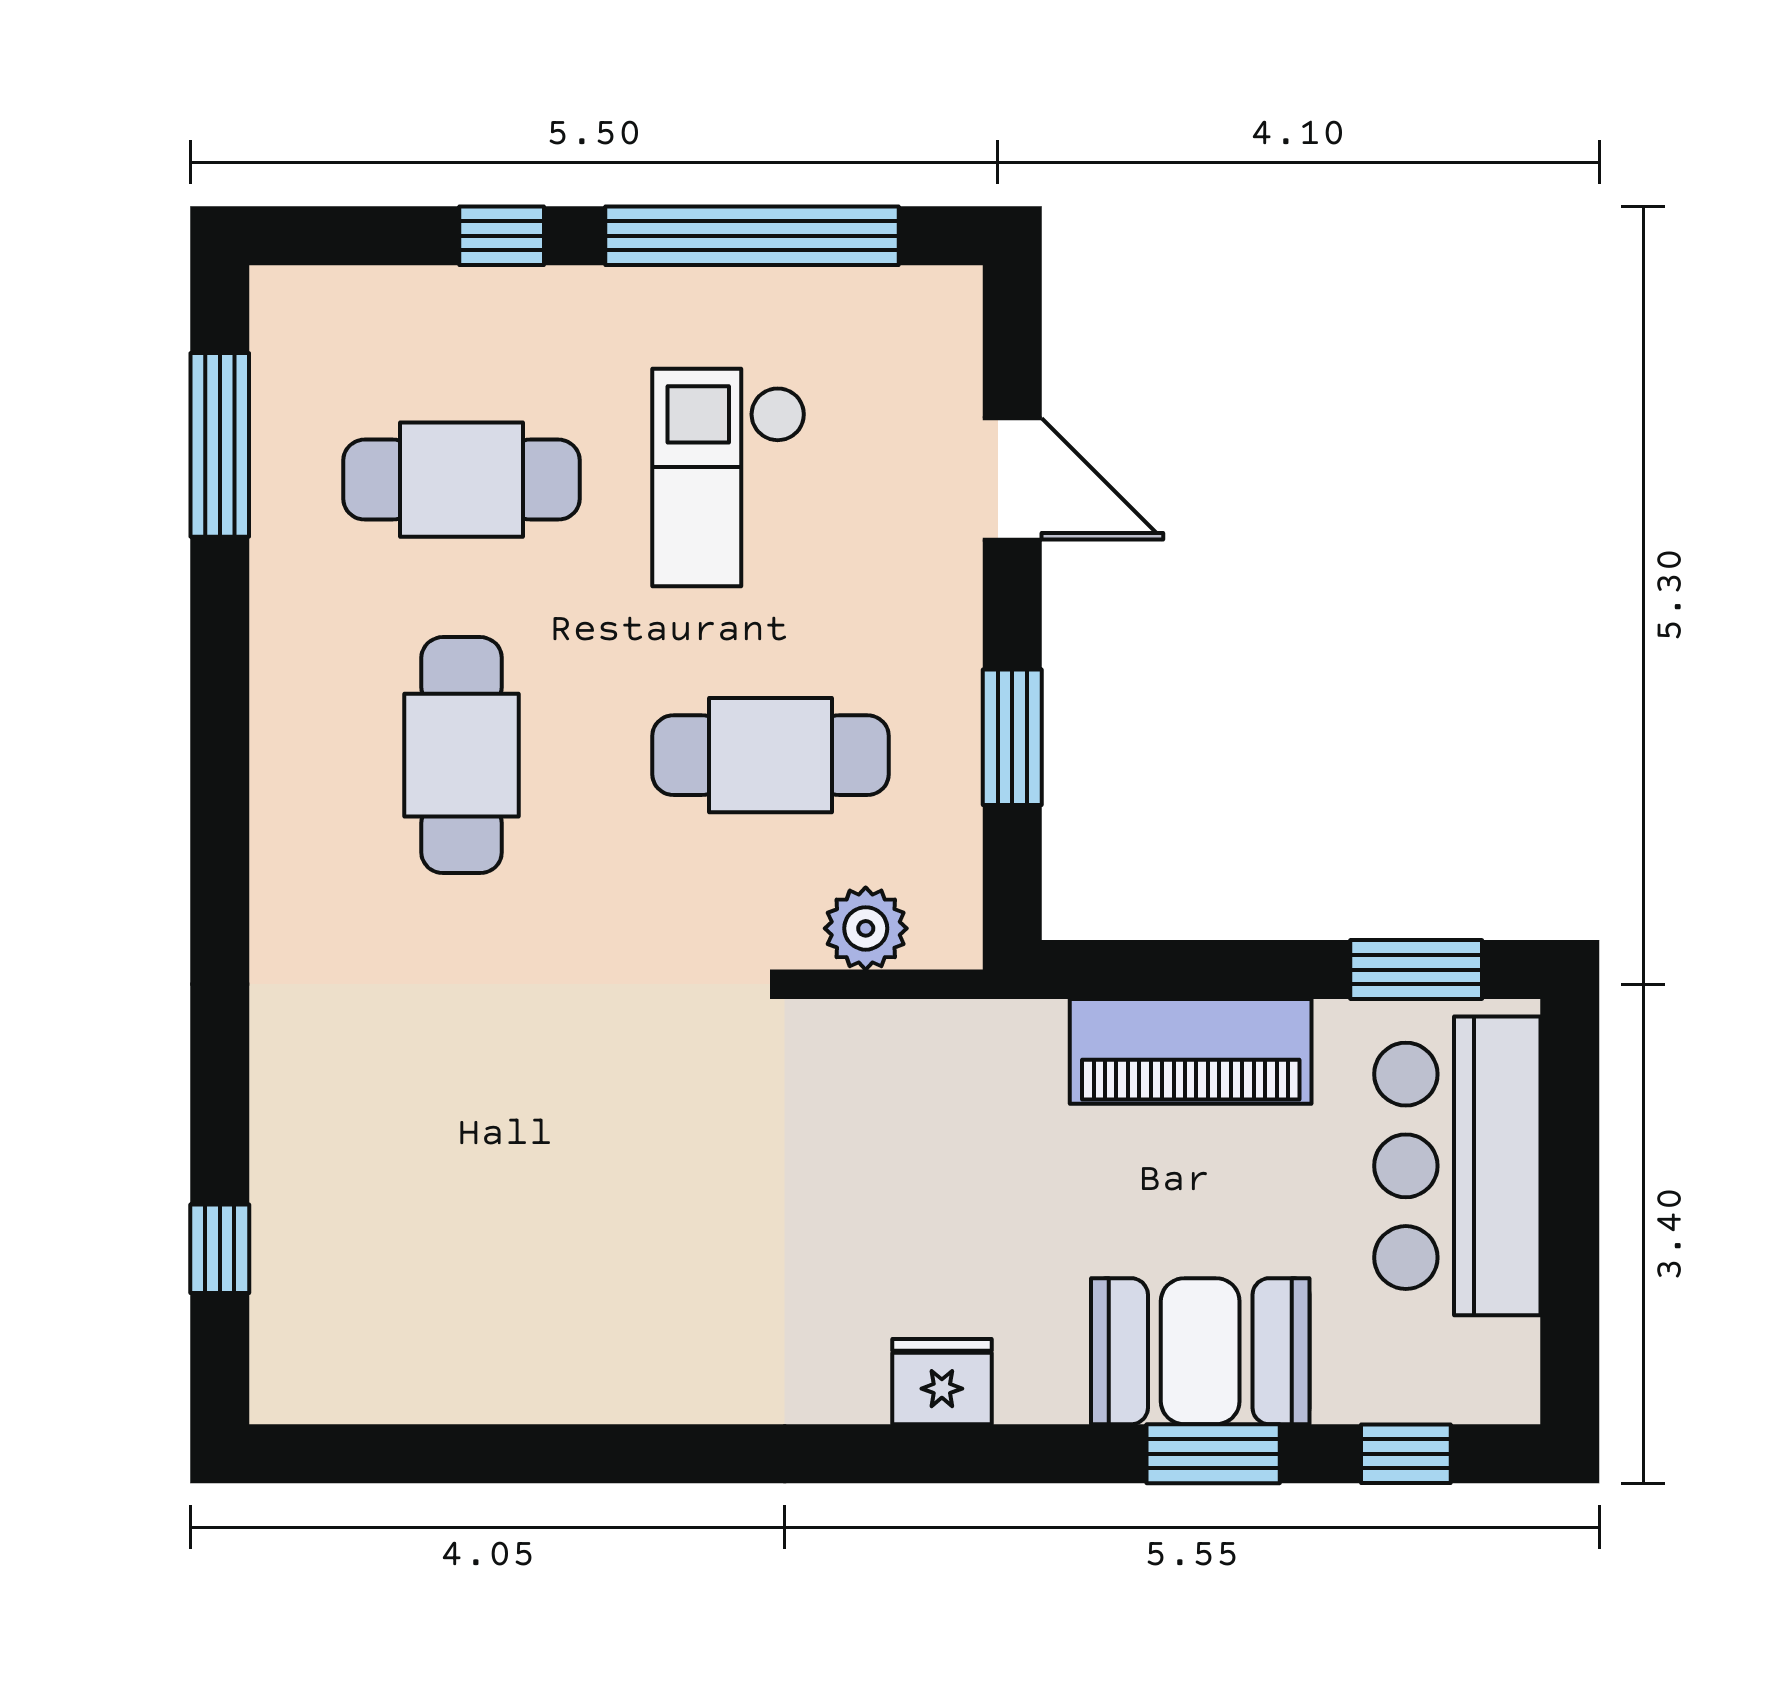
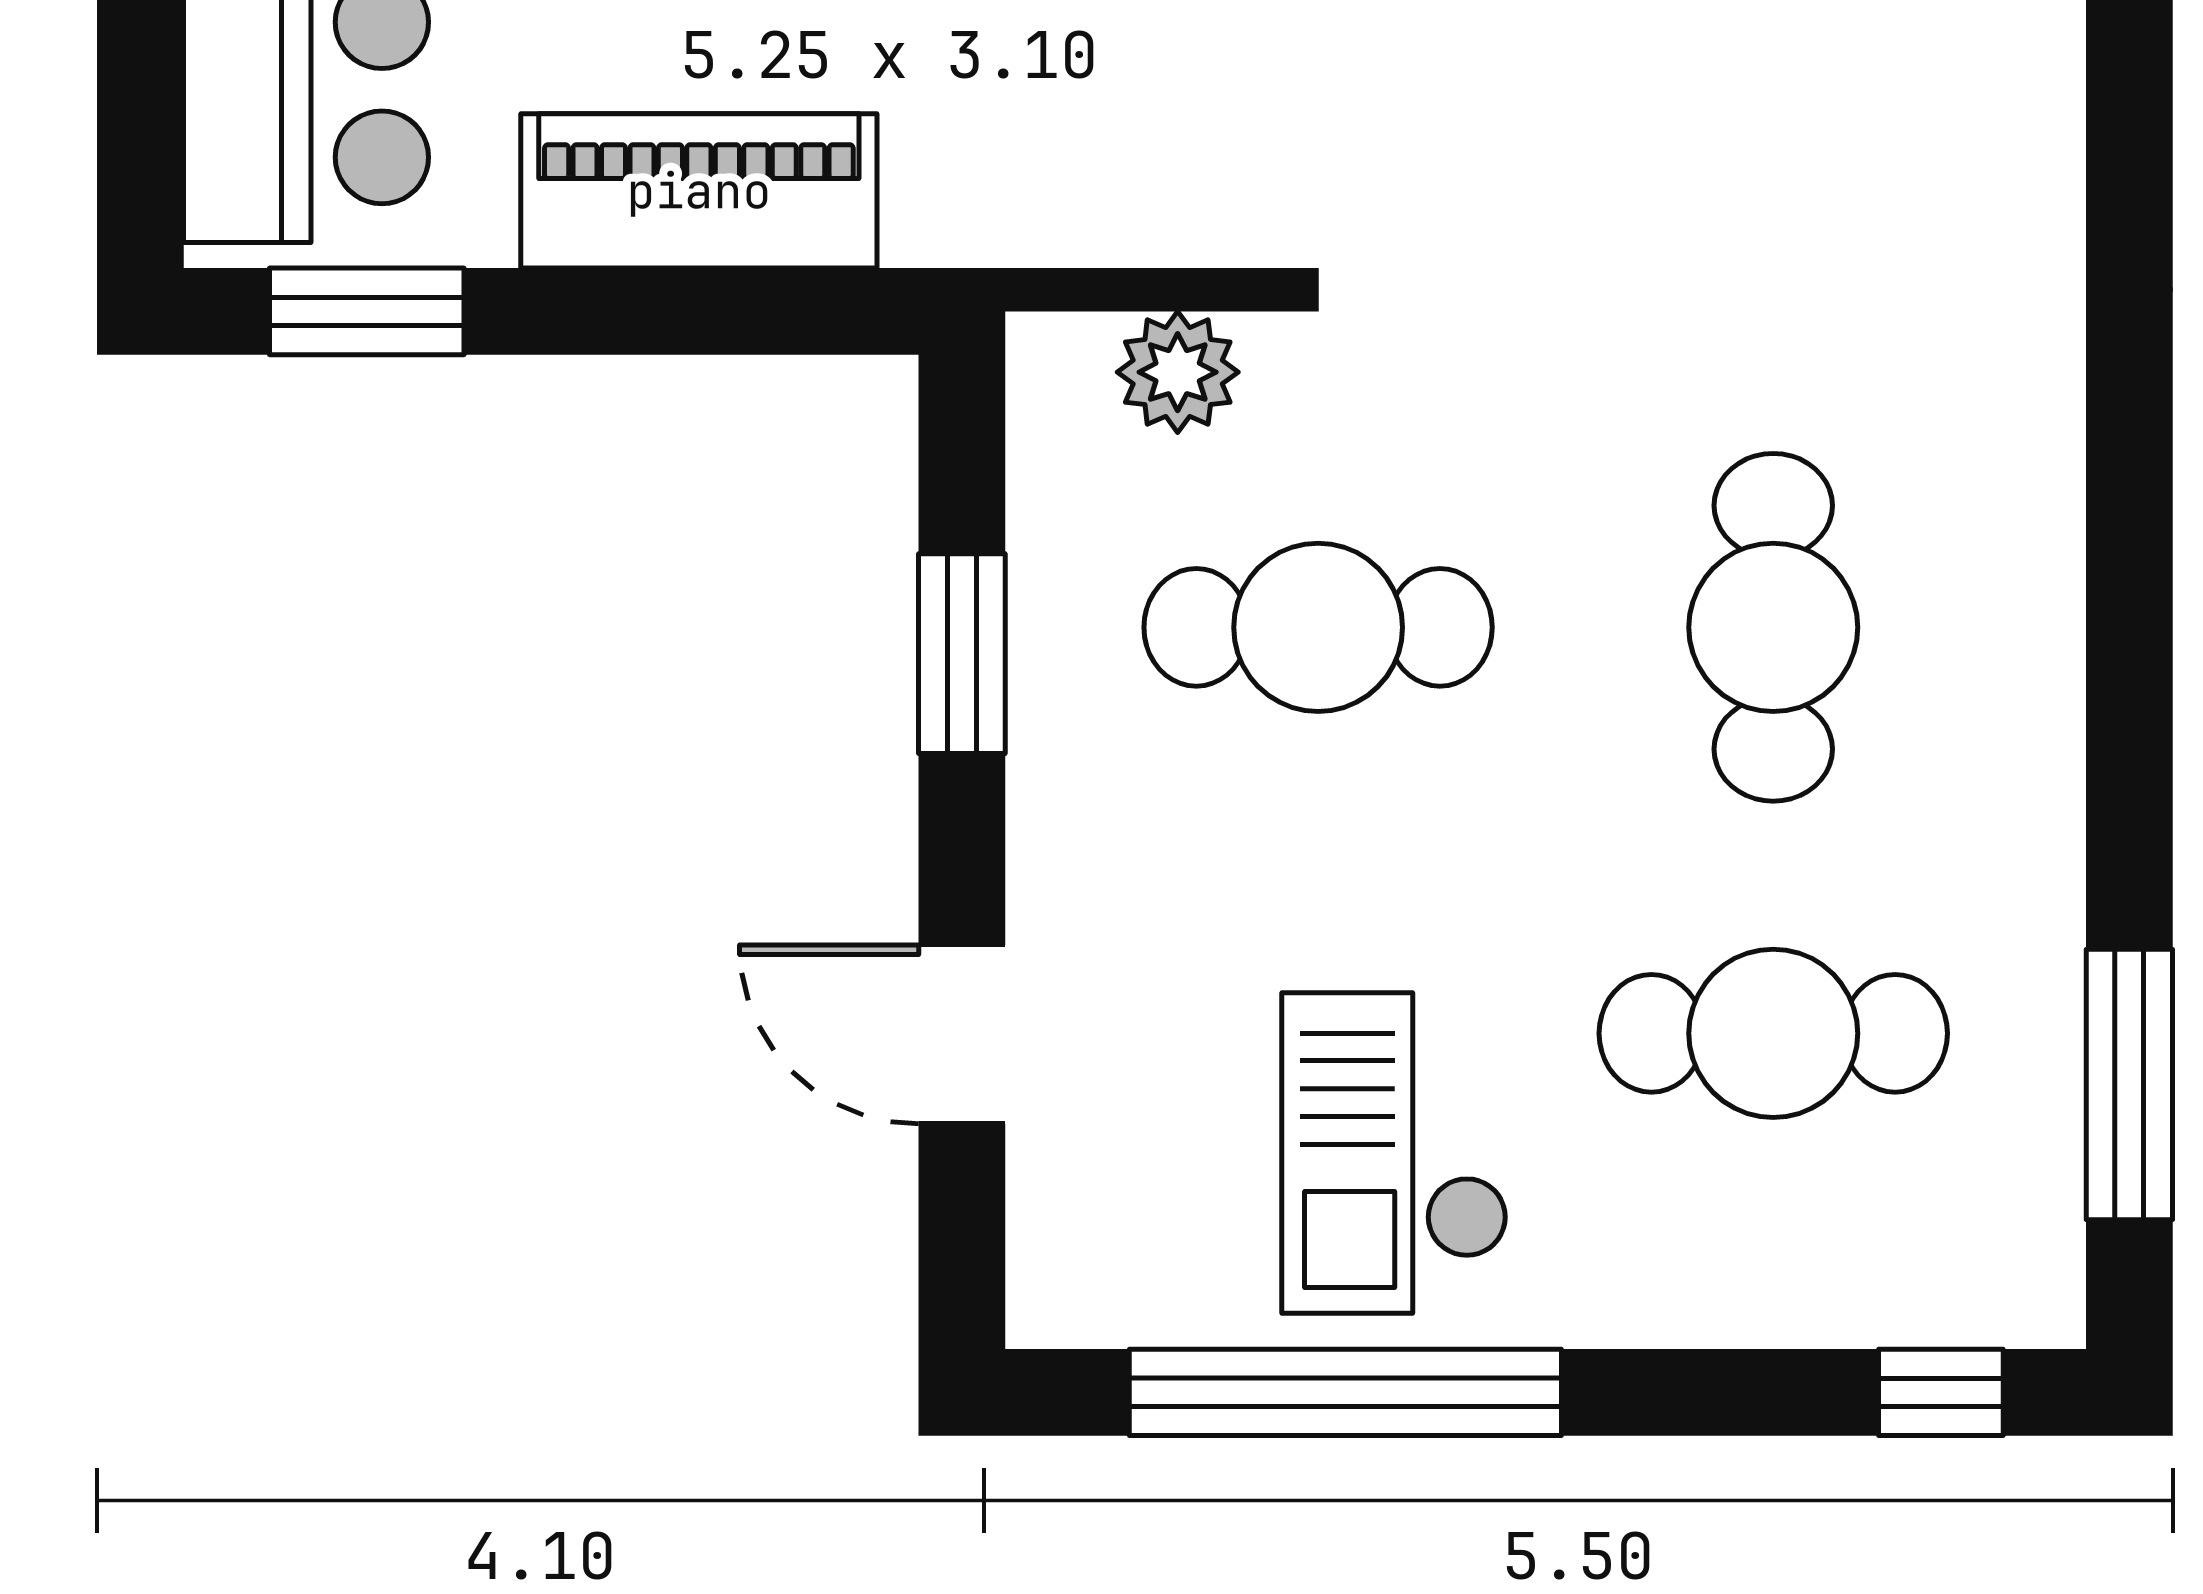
window: (502, 236) -> (1941, 1392), moved
checkout: (729, 477) -> (1395, 1153), moved, turned 180

